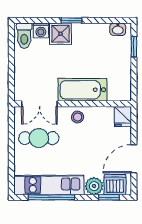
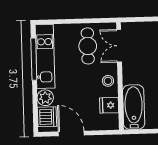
bathtub: (83, 90) -> (134, 107), moved
fridge: (123, 116) -> (109, 105), moved
window: (109, 197) -> (35, 112), removed

